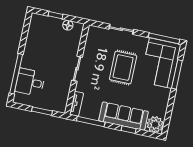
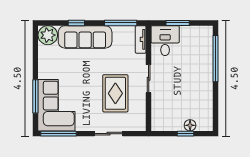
floor lamp: (68, 25) -> (190, 125), moved
rug: (123, 67) -> (115, 93), moved
desk: (30, 82) -> (165, 41), moved, turned -90

